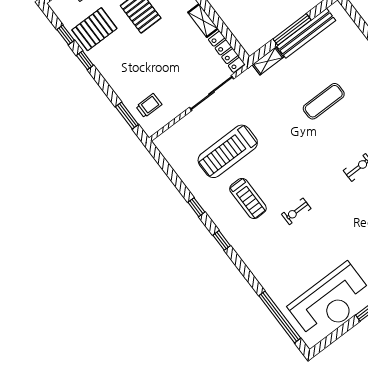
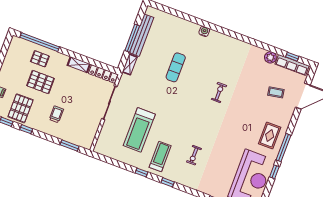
trolley: (149, 106) -> (56, 114), moved
treadmill: (248, 199) -> (160, 157), moved, turned -90
exercise bike: (296, 211) -> (194, 155), moved

